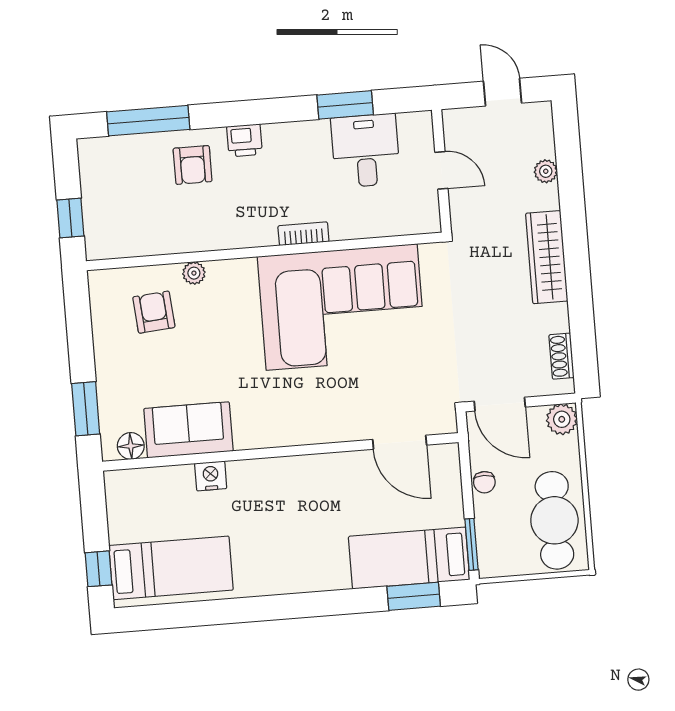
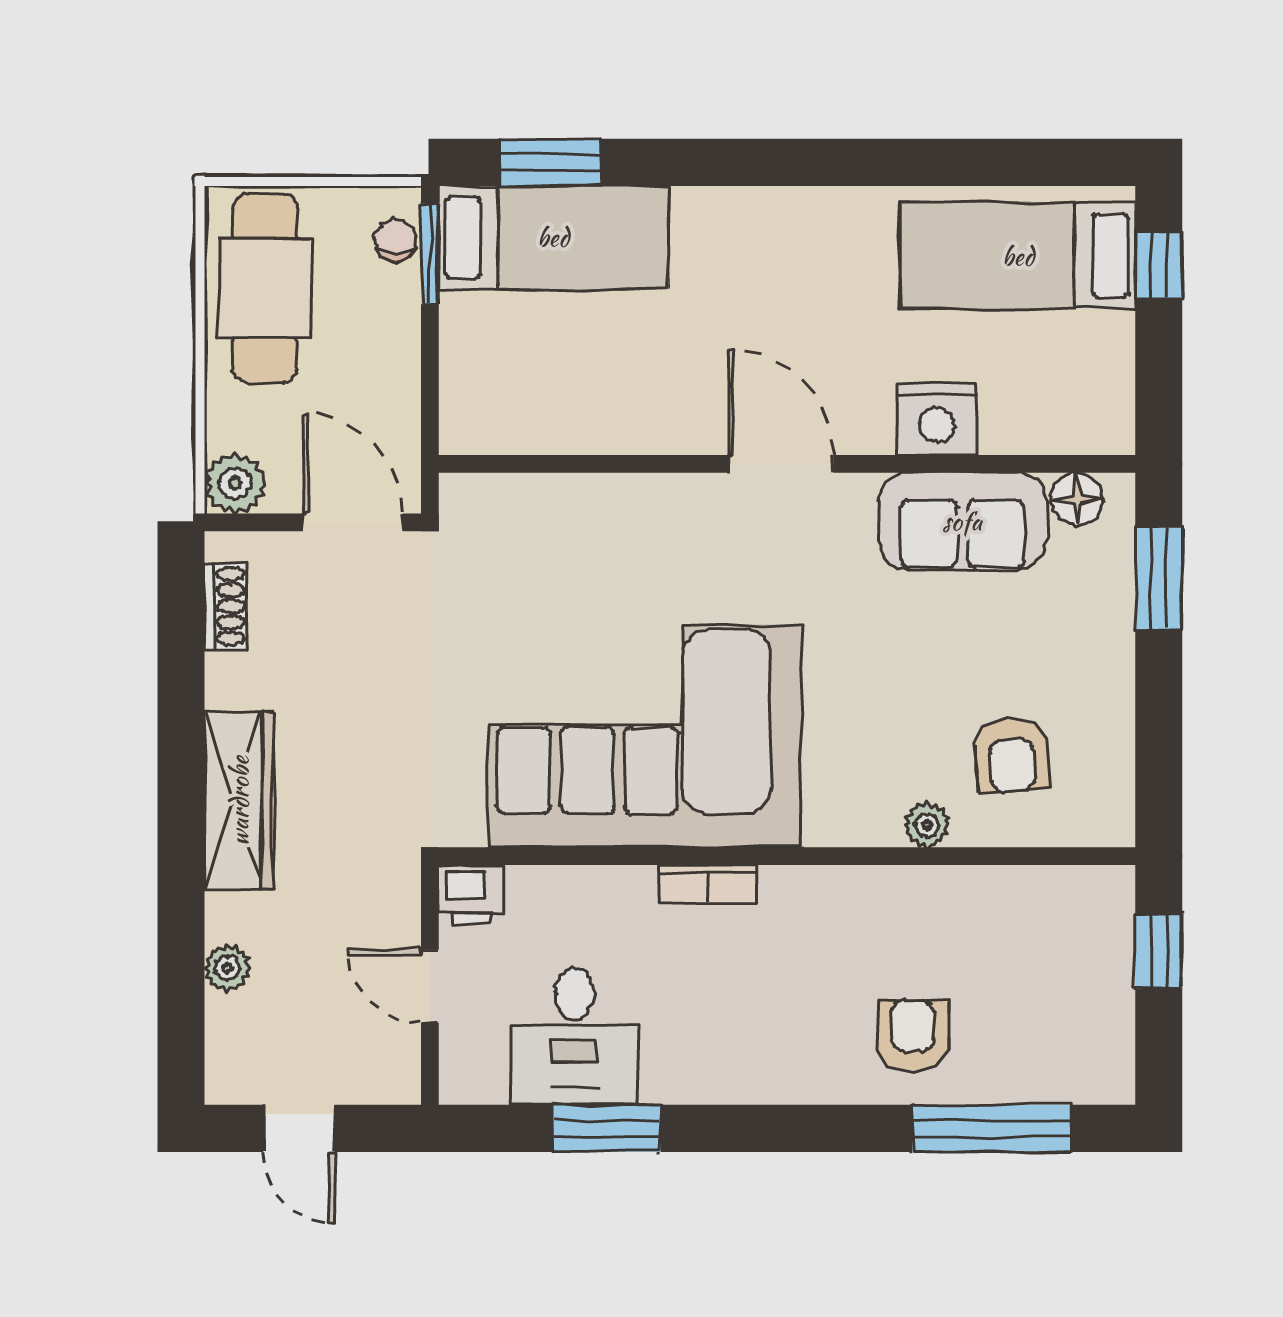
printer: (244, 140) -> (471, 895), moved, turned 180
door: (400, 442) -> (781, 464), moved
nightstand: (211, 476) -> (937, 419), width x1.36, depth x1.33
chair: (484, 482) -> (395, 240), moved

